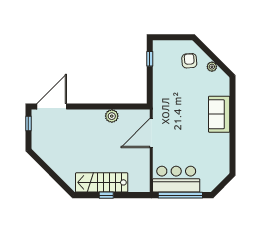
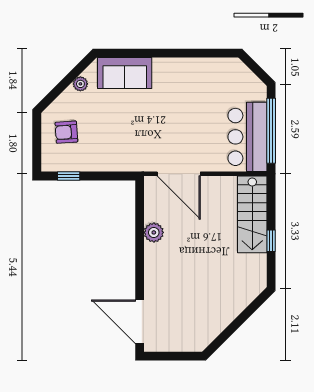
armchair: (189, 61) -> (66, 132), moved
sofa: (219, 114) -> (125, 73), moved
window: (28, 124) -> (165, 356), removed
stairs: (102, 182) -> (252, 214), moved

